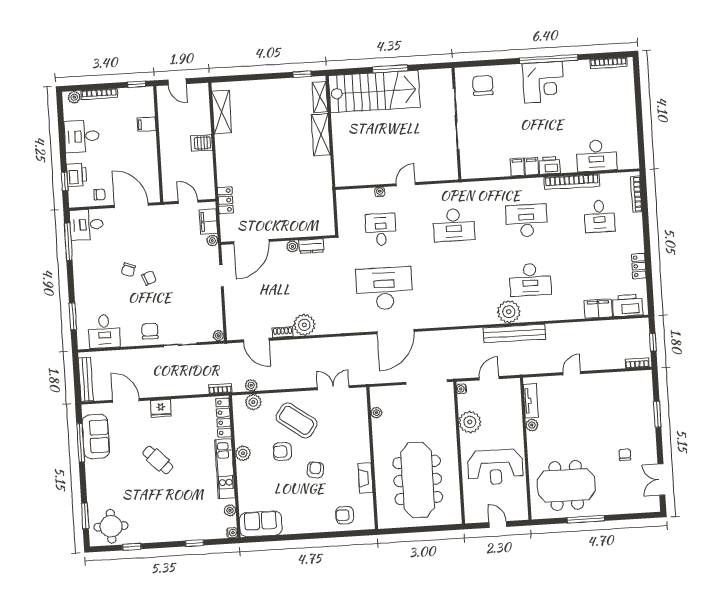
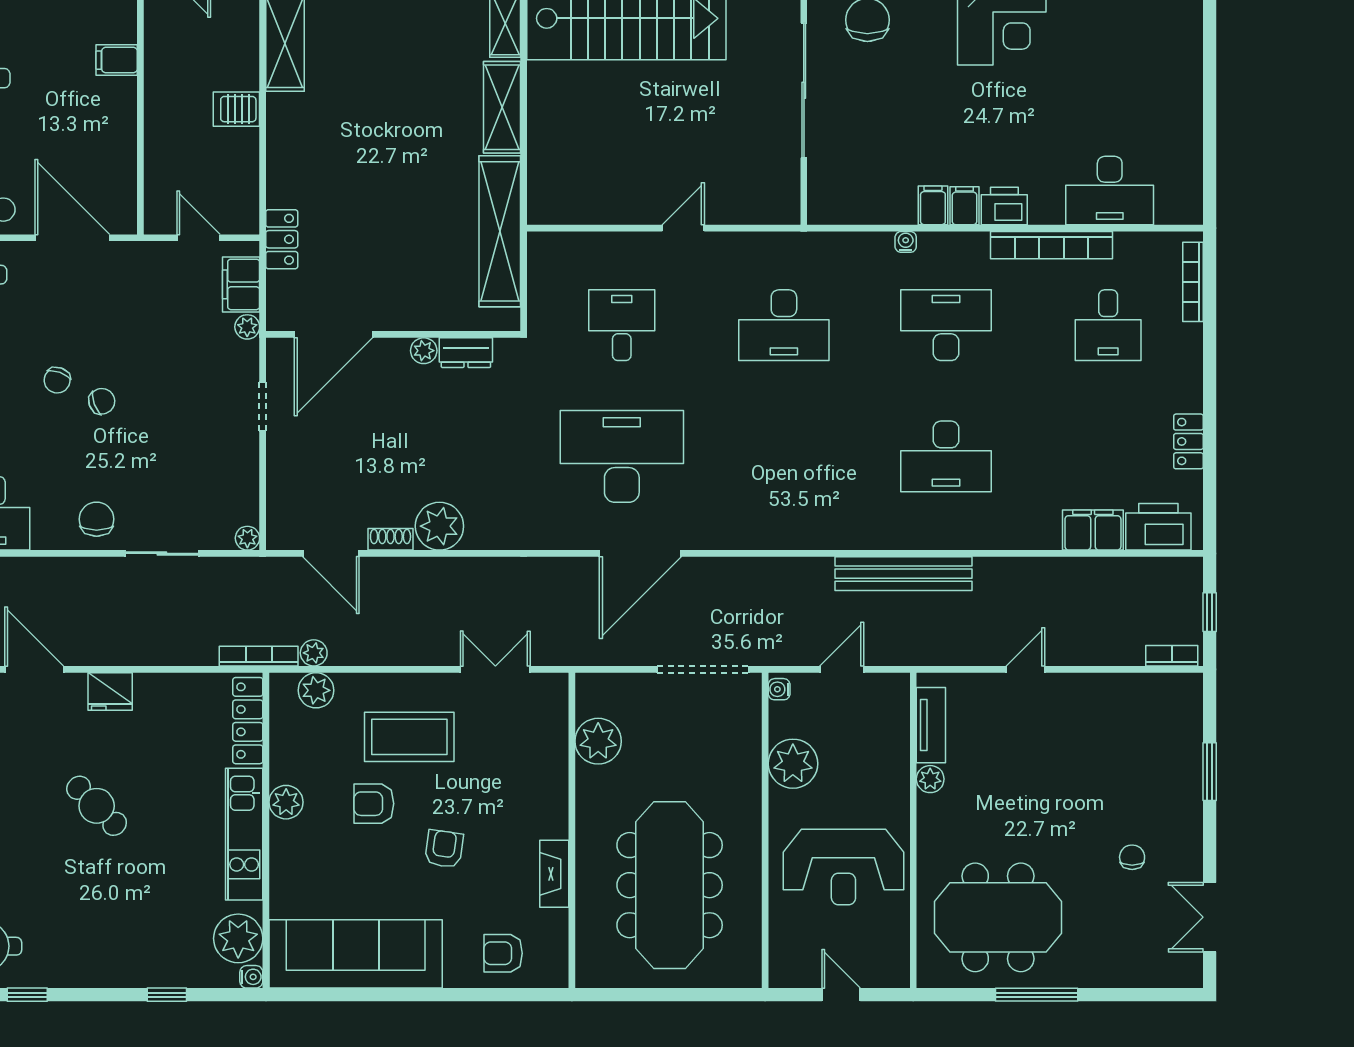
shelving: (323, 191) -> (500, 231), added
water cooler: (380, 192) -> (906, 242), moved
plant: (509, 312) -> (894, 525), removed
bookcase: (220, 389) -> (259, 656), width x1.56
plant: (376, 413) -> (598, 741), width x1.87, depth x1.87
coffee table: (297, 420) -> (409, 737), turned -36
plant: (230, 510) -> (238, 938), width x1.88, depth x1.88
sofa: (261, 524) -> (356, 954), width x1.85, depth x1.27

